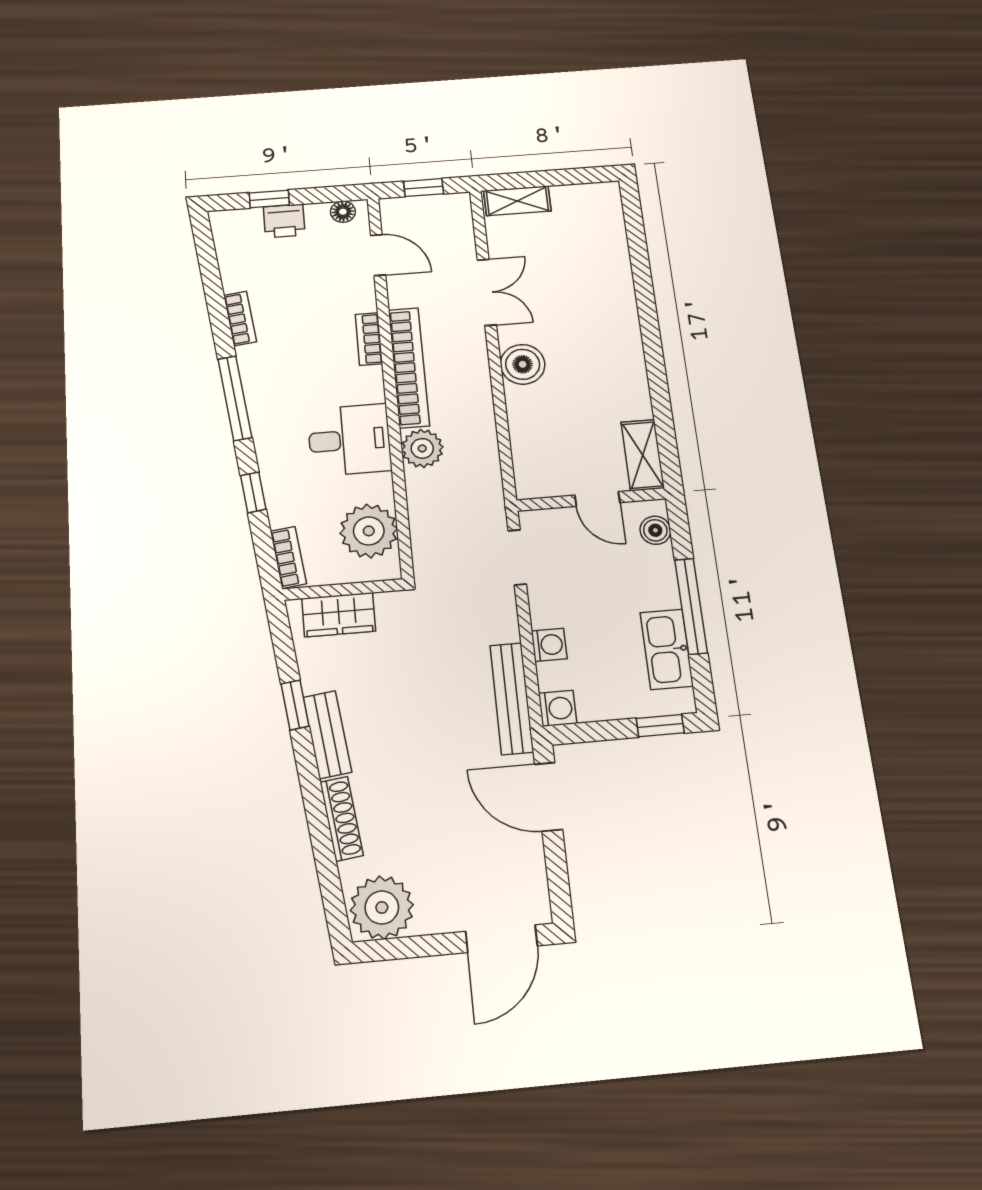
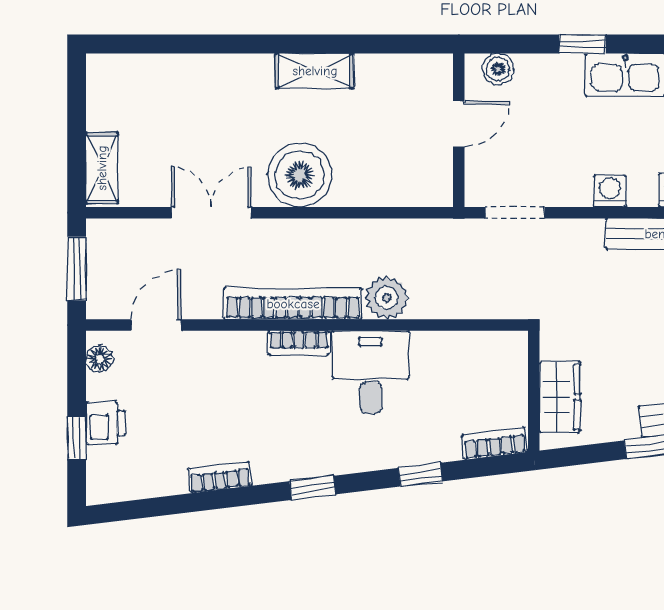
window: (424, 188) -> (77, 269), width x1.50
bookcase: (369, 339) -> (299, 343), moved
boiler: (523, 364) -> (300, 175), width x1.37, depth x1.37
window: (235, 398) -> (313, 488), width x0.46
shelving: (643, 455) -> (315, 71), moved
plant: (369, 531) -> (473, 360), removed
window: (691, 606) -> (582, 44), width x0.46

